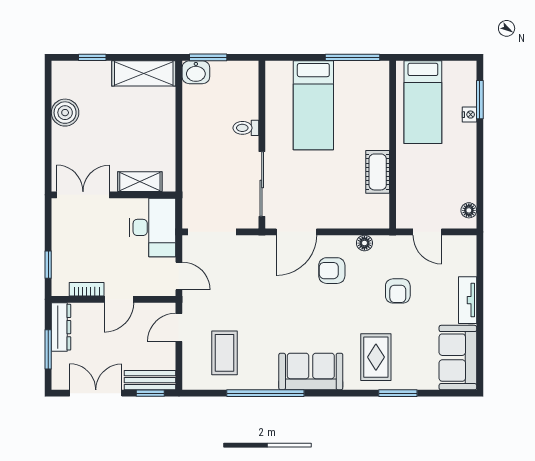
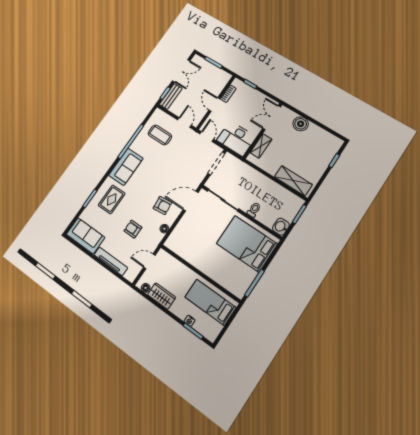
washbasin: (196, 72) -> (281, 227), moved
shelving: (144, 73) -> (293, 181), moved, turned 90
bed: (313, 105) -> (247, 244), width x1.50
boiler: (65, 113) -> (301, 124), moved
cot: (378, 172) -> (192, 257), removed
wardrobe: (464, 179) -> (162, 296), added
double door: (83, 195) -> (272, 117), swing flipped
door: (296, 232) -> (191, 201), hinge flipped
armchair: (332, 271) -> (162, 205), turned 84
door: (179, 276) -> (207, 137), swing flipped
tv unit: (468, 300) -> (111, 261), width x1.41
dresser: (61, 327) -> (219, 73), removed
rug: (376, 357) -> (112, 199), turned 90

